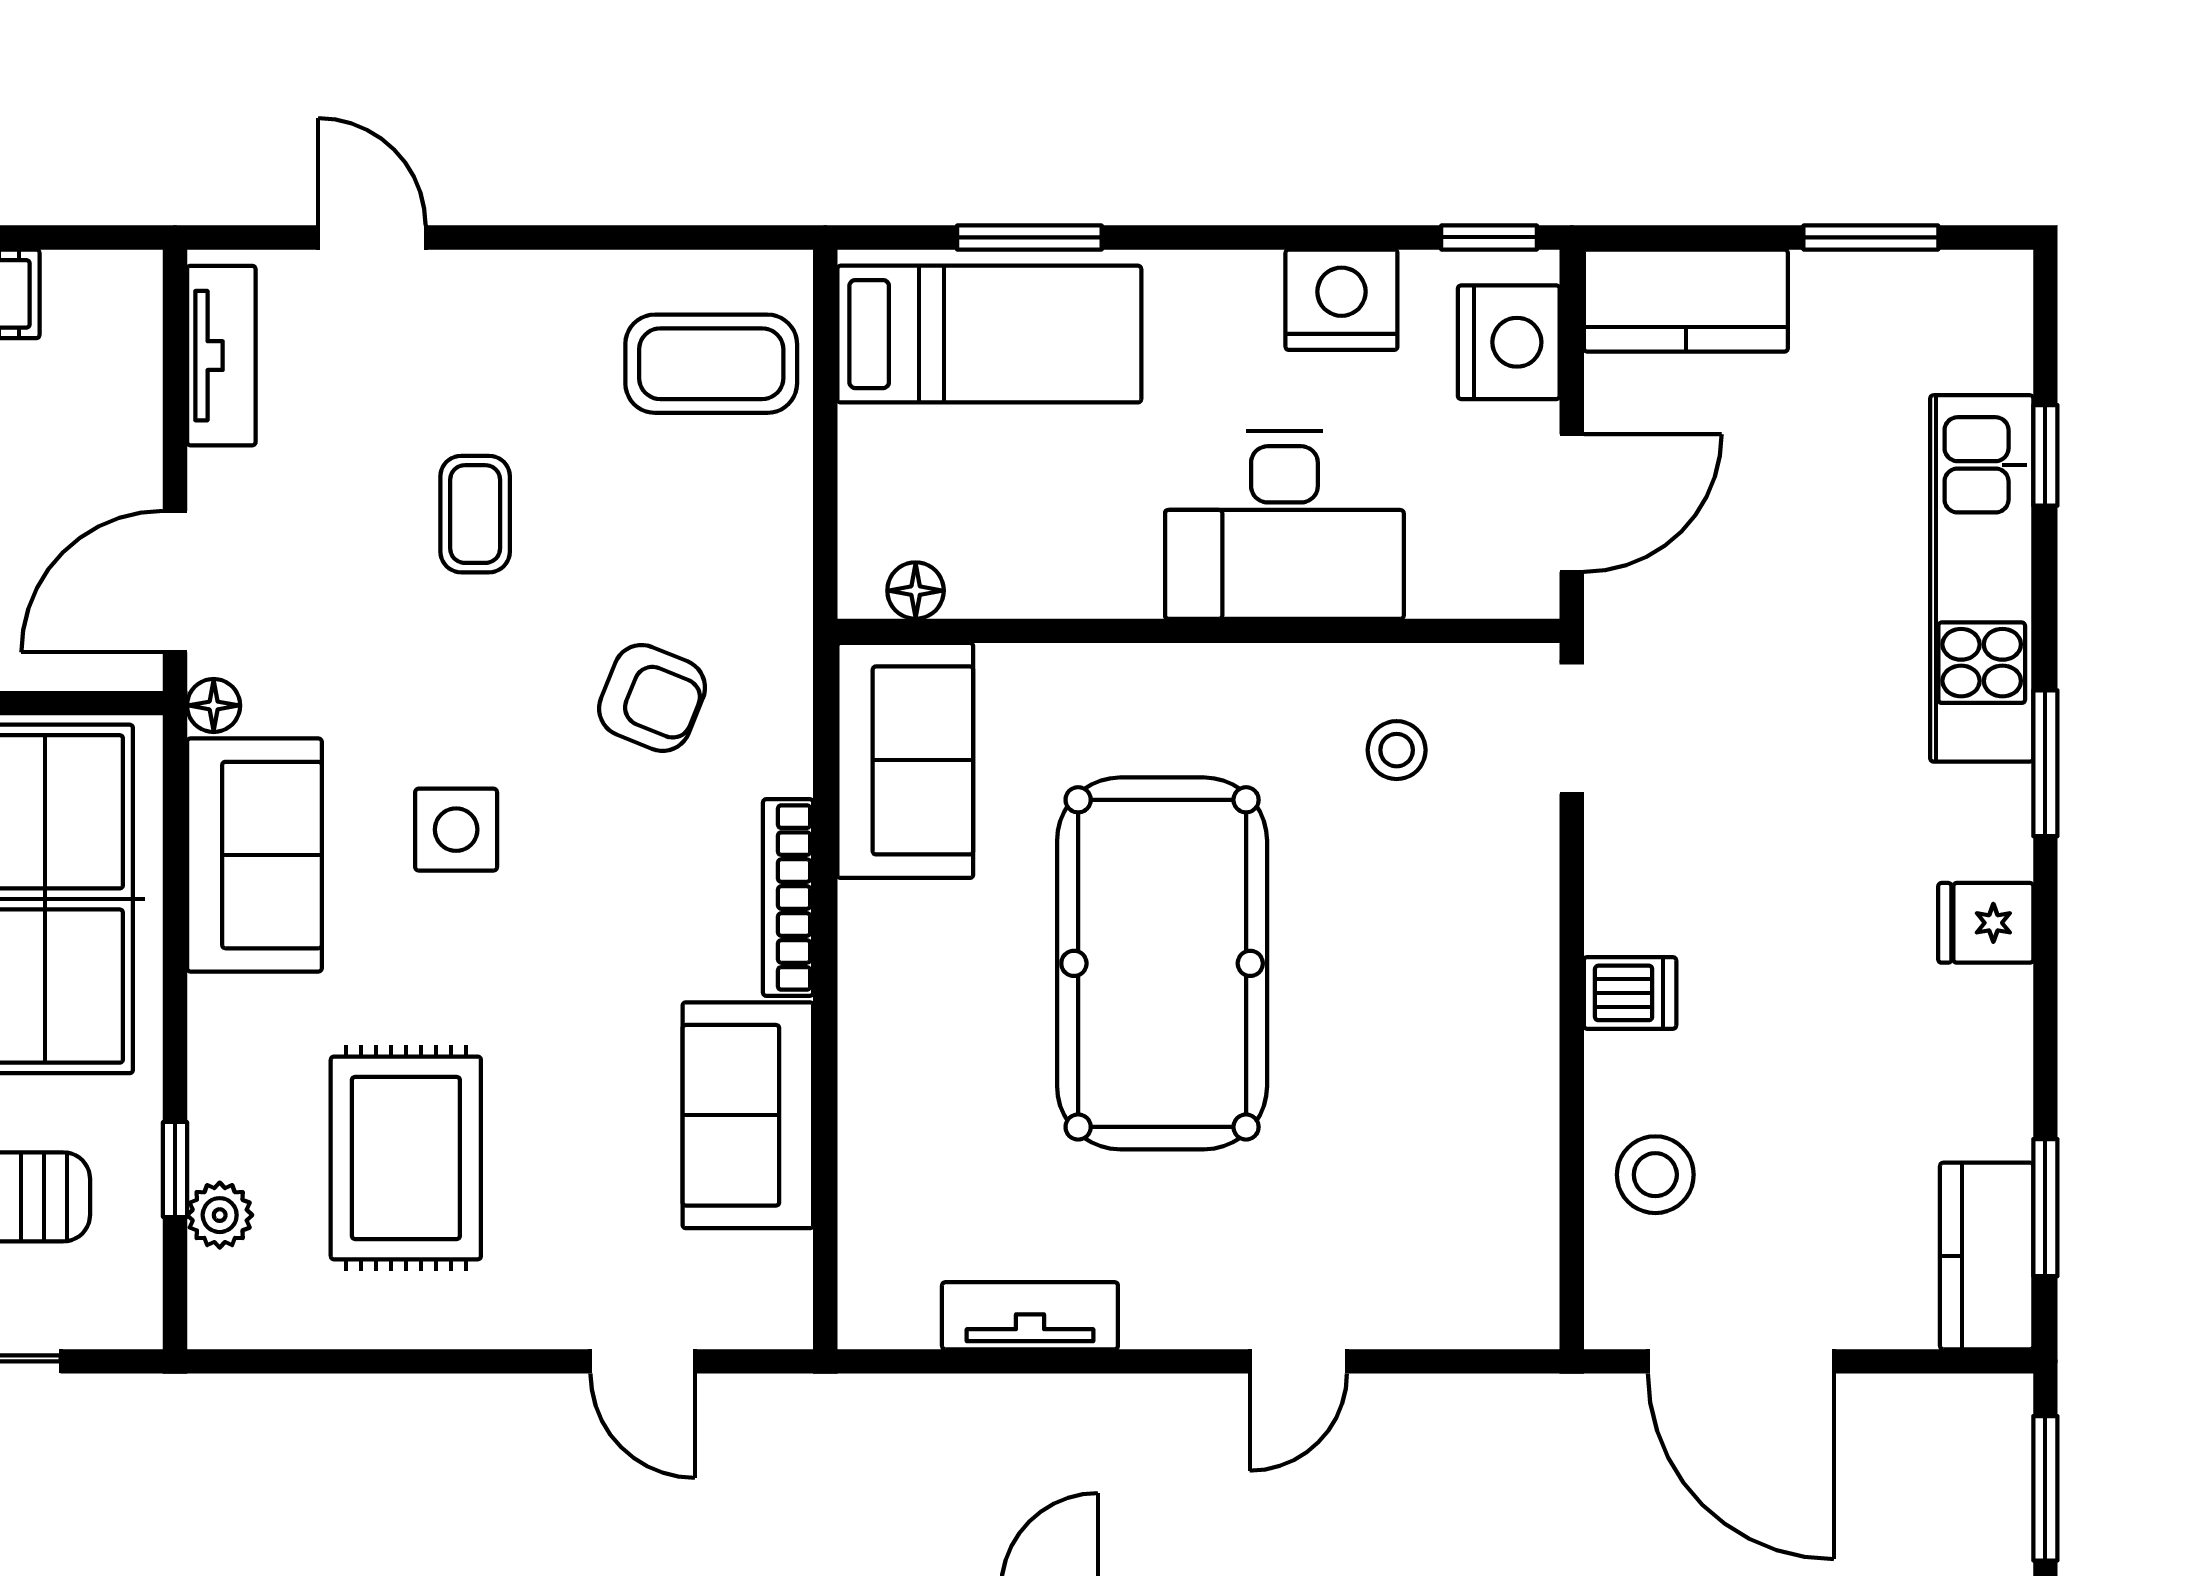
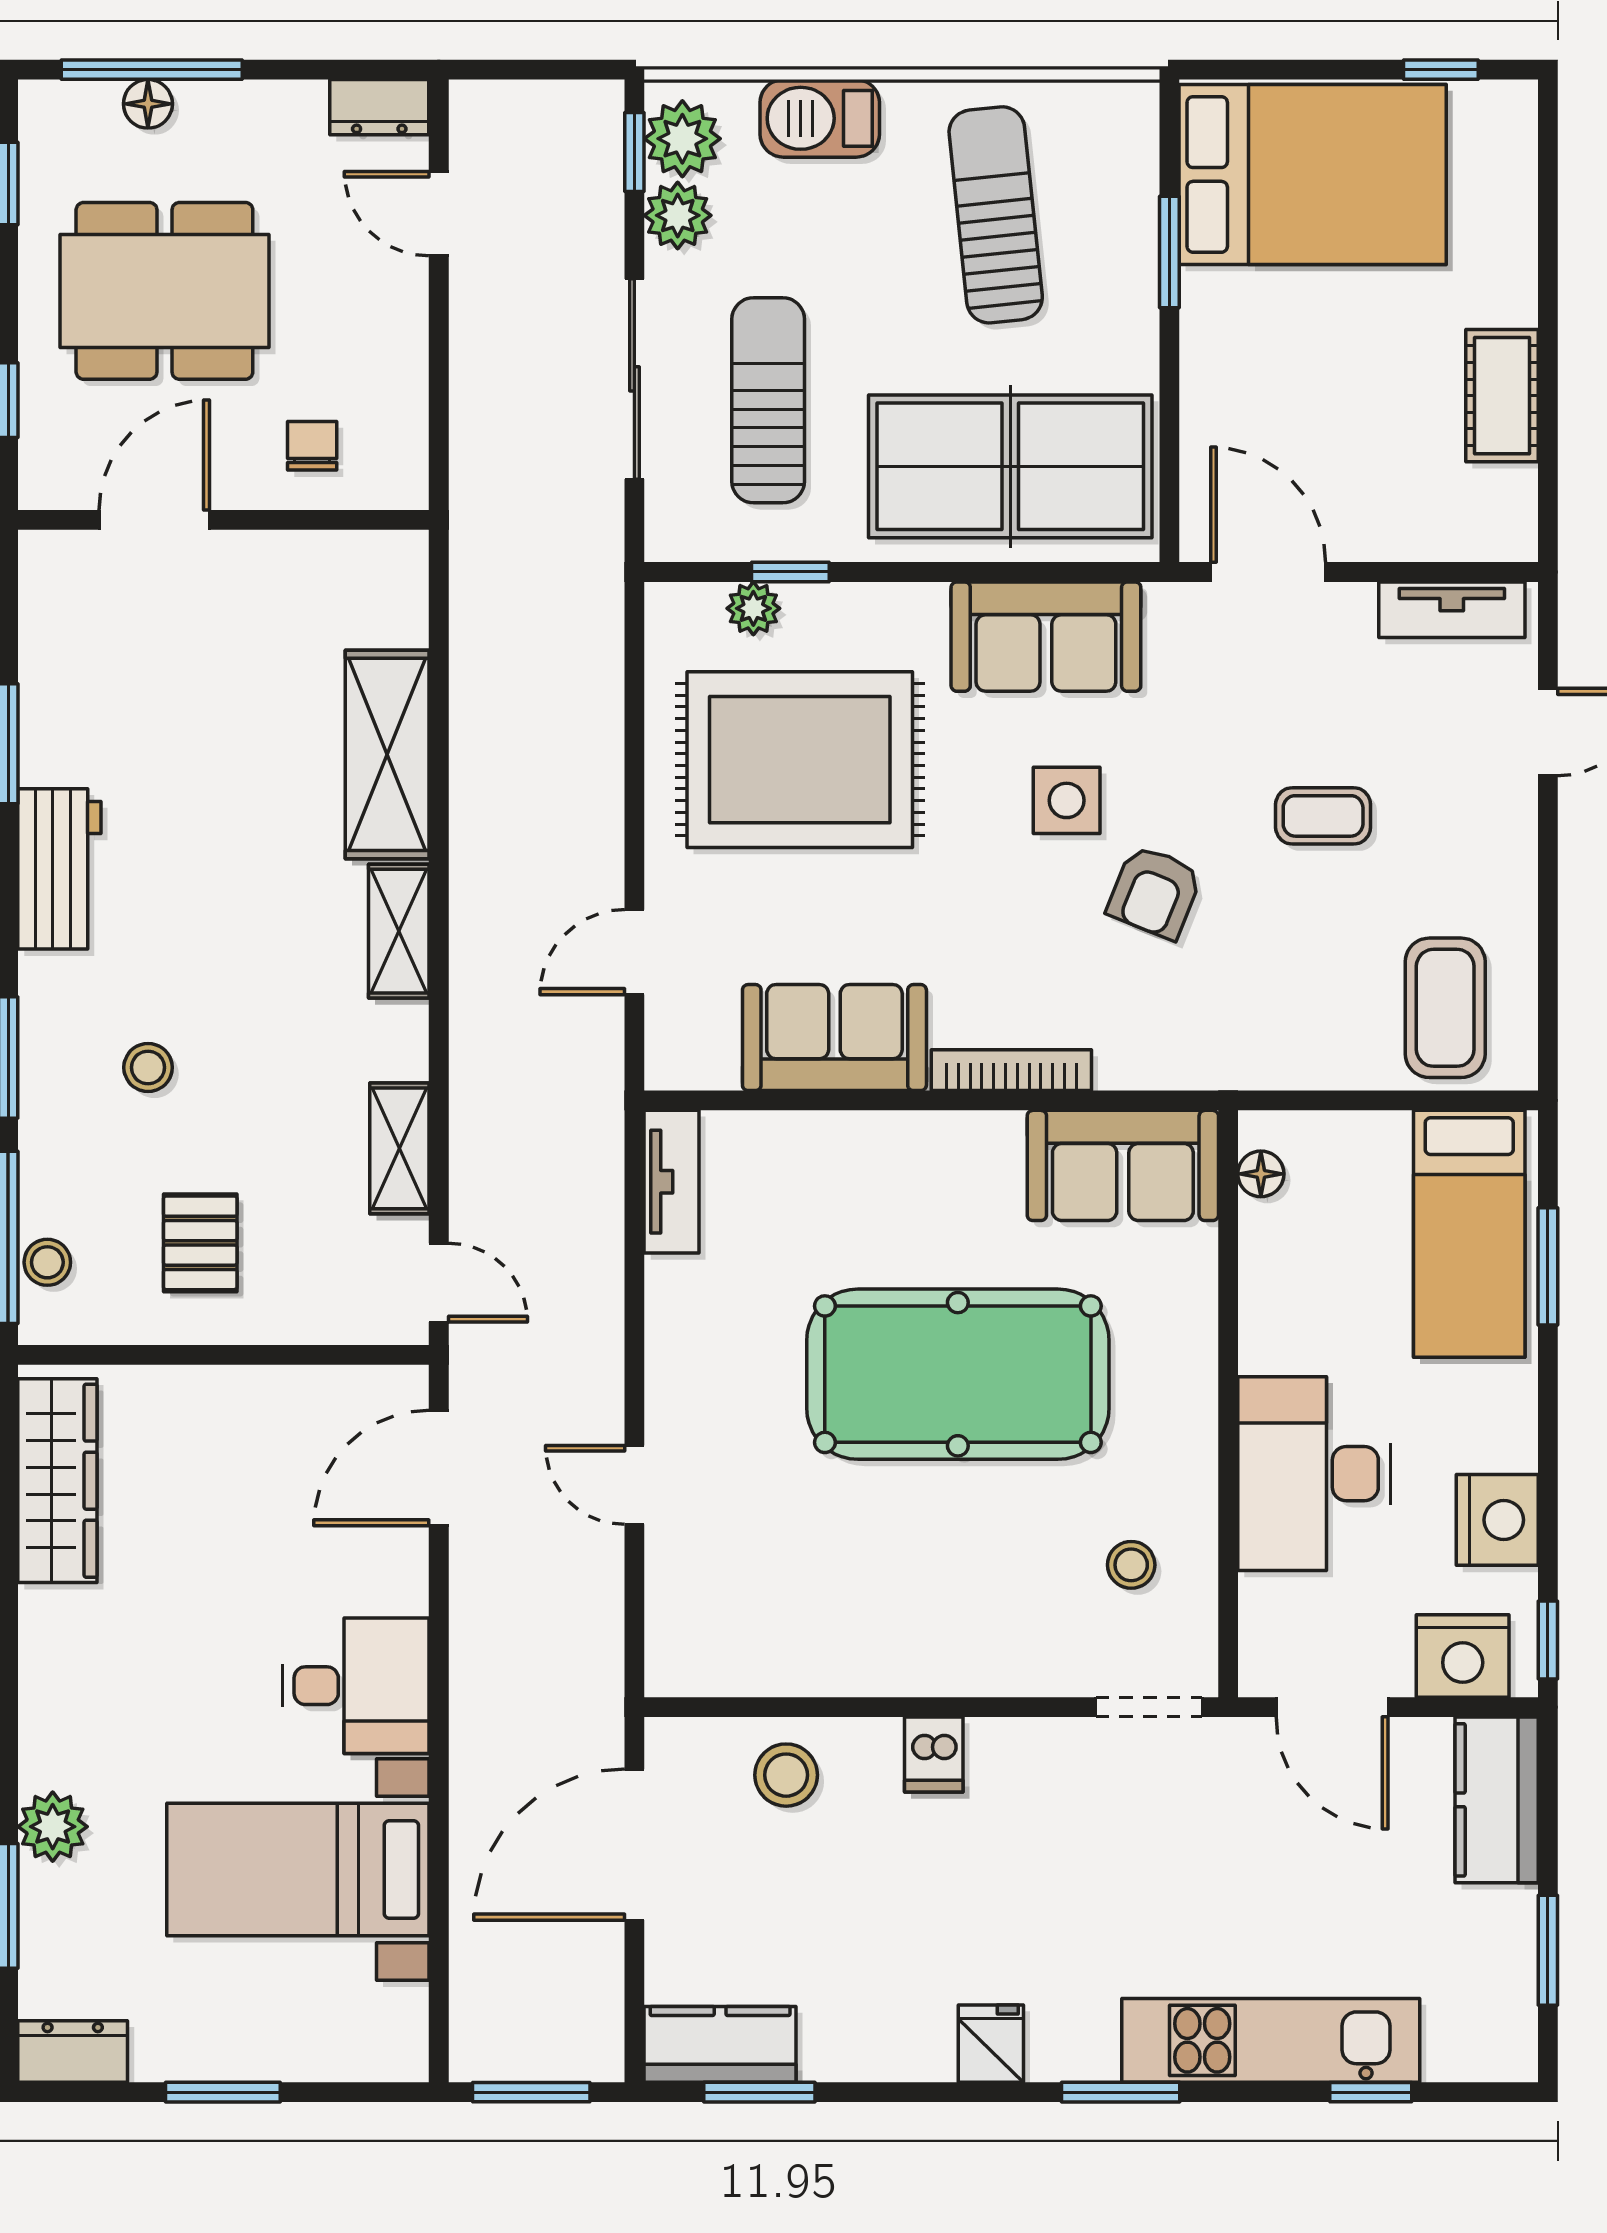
armchair: (652, 698) -> (1155, 892), moved
floor lamp: (214, 705) -> (1167, 603), removed
rug: (406, 1158) -> (800, 760), width x1.37, depth x1.44
tv unit: (1030, 1316) -> (672, 1182), moved

